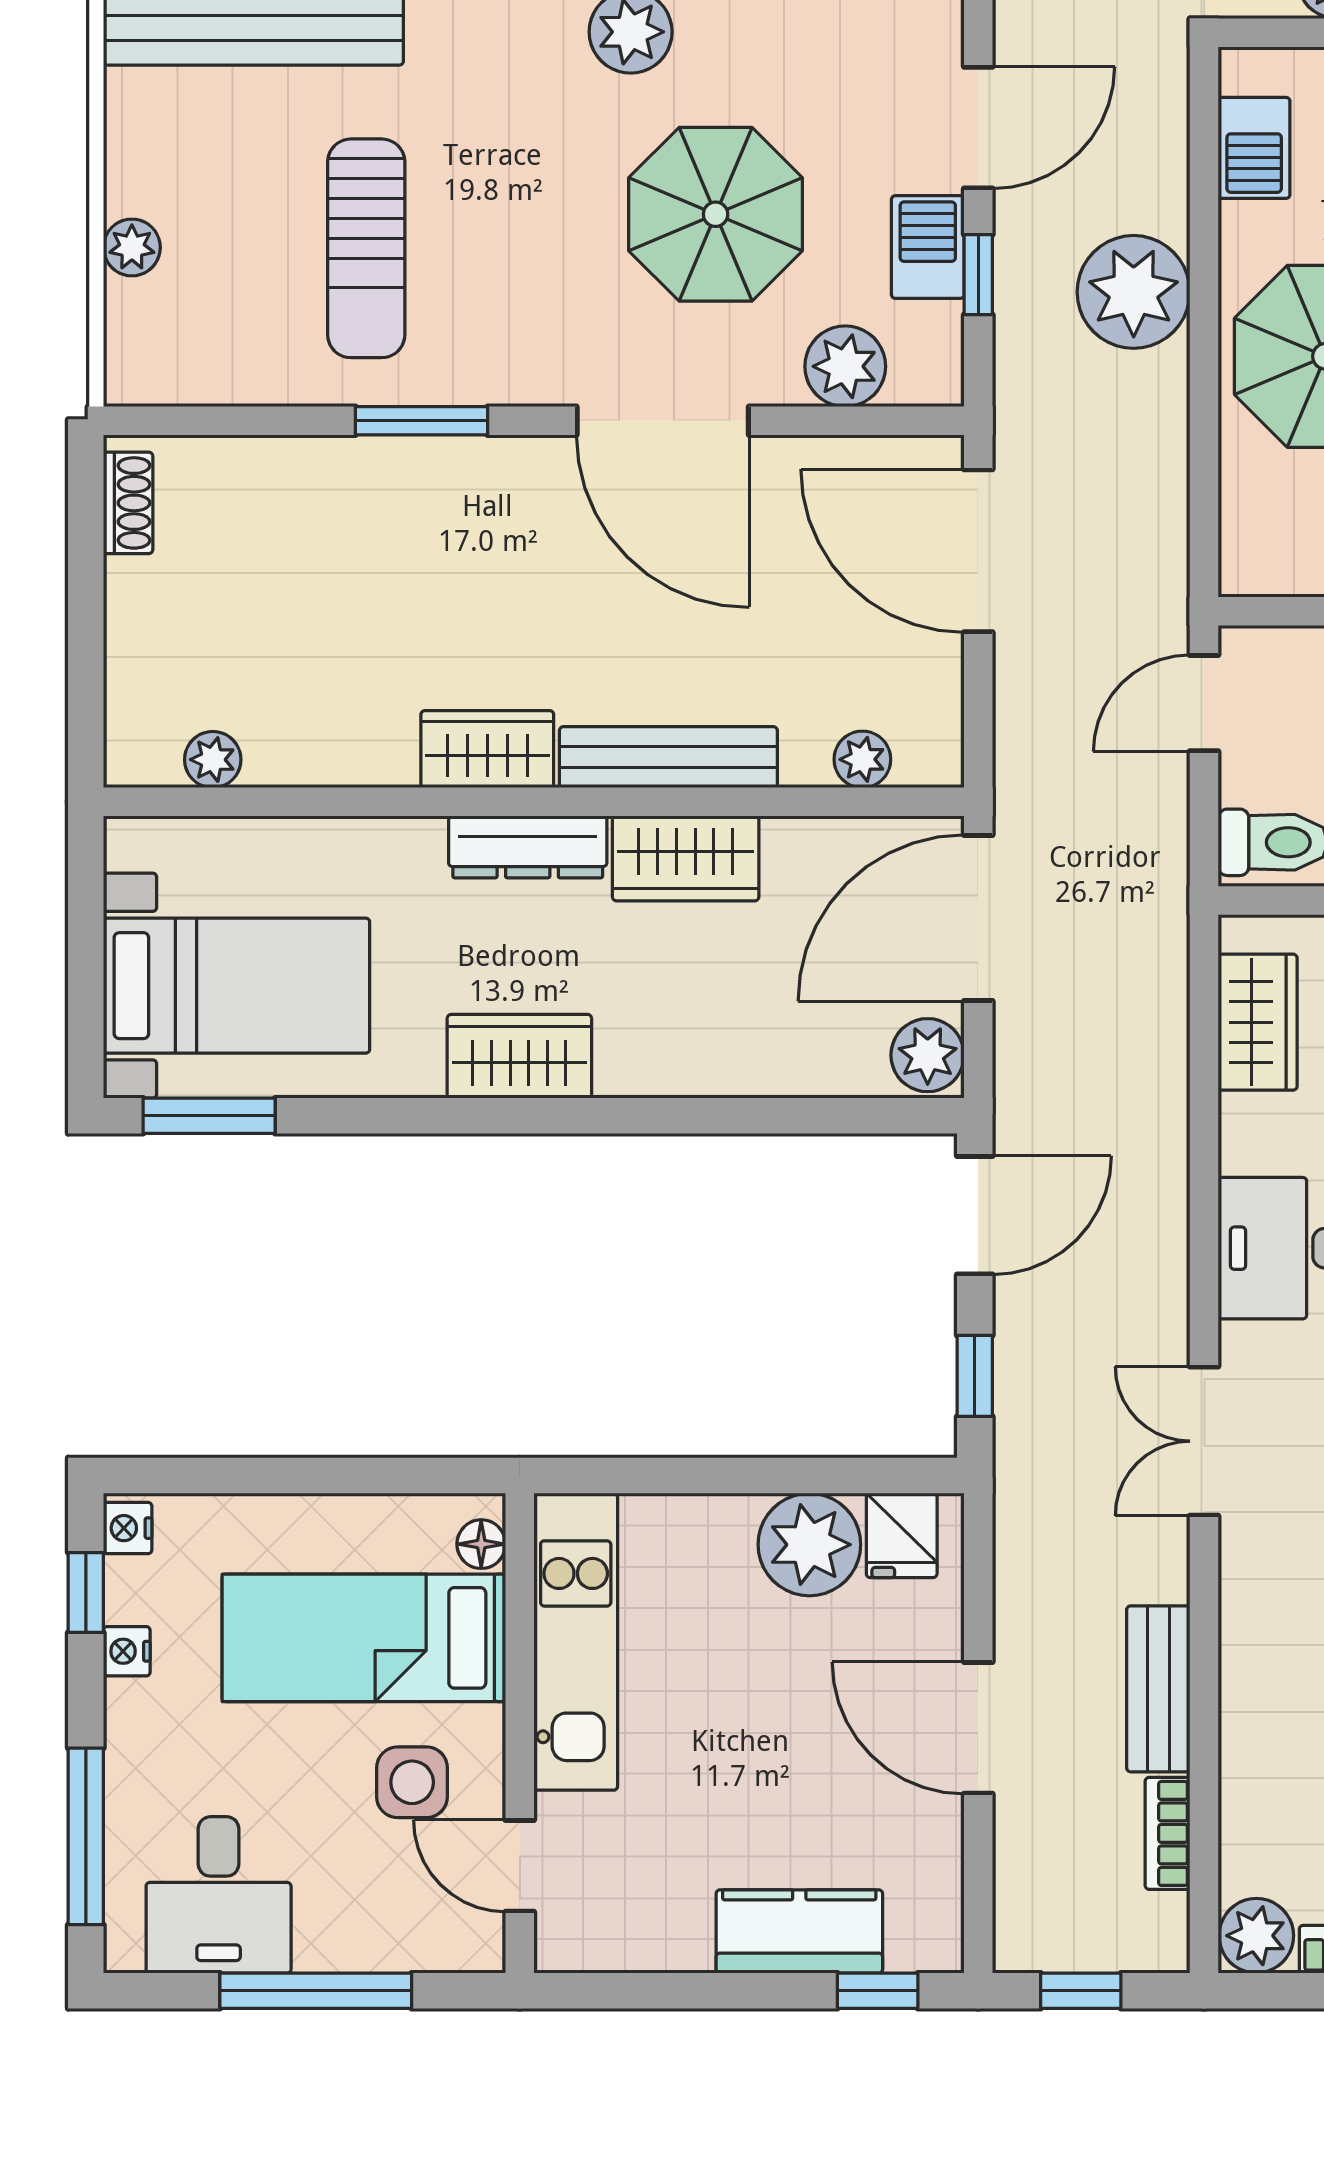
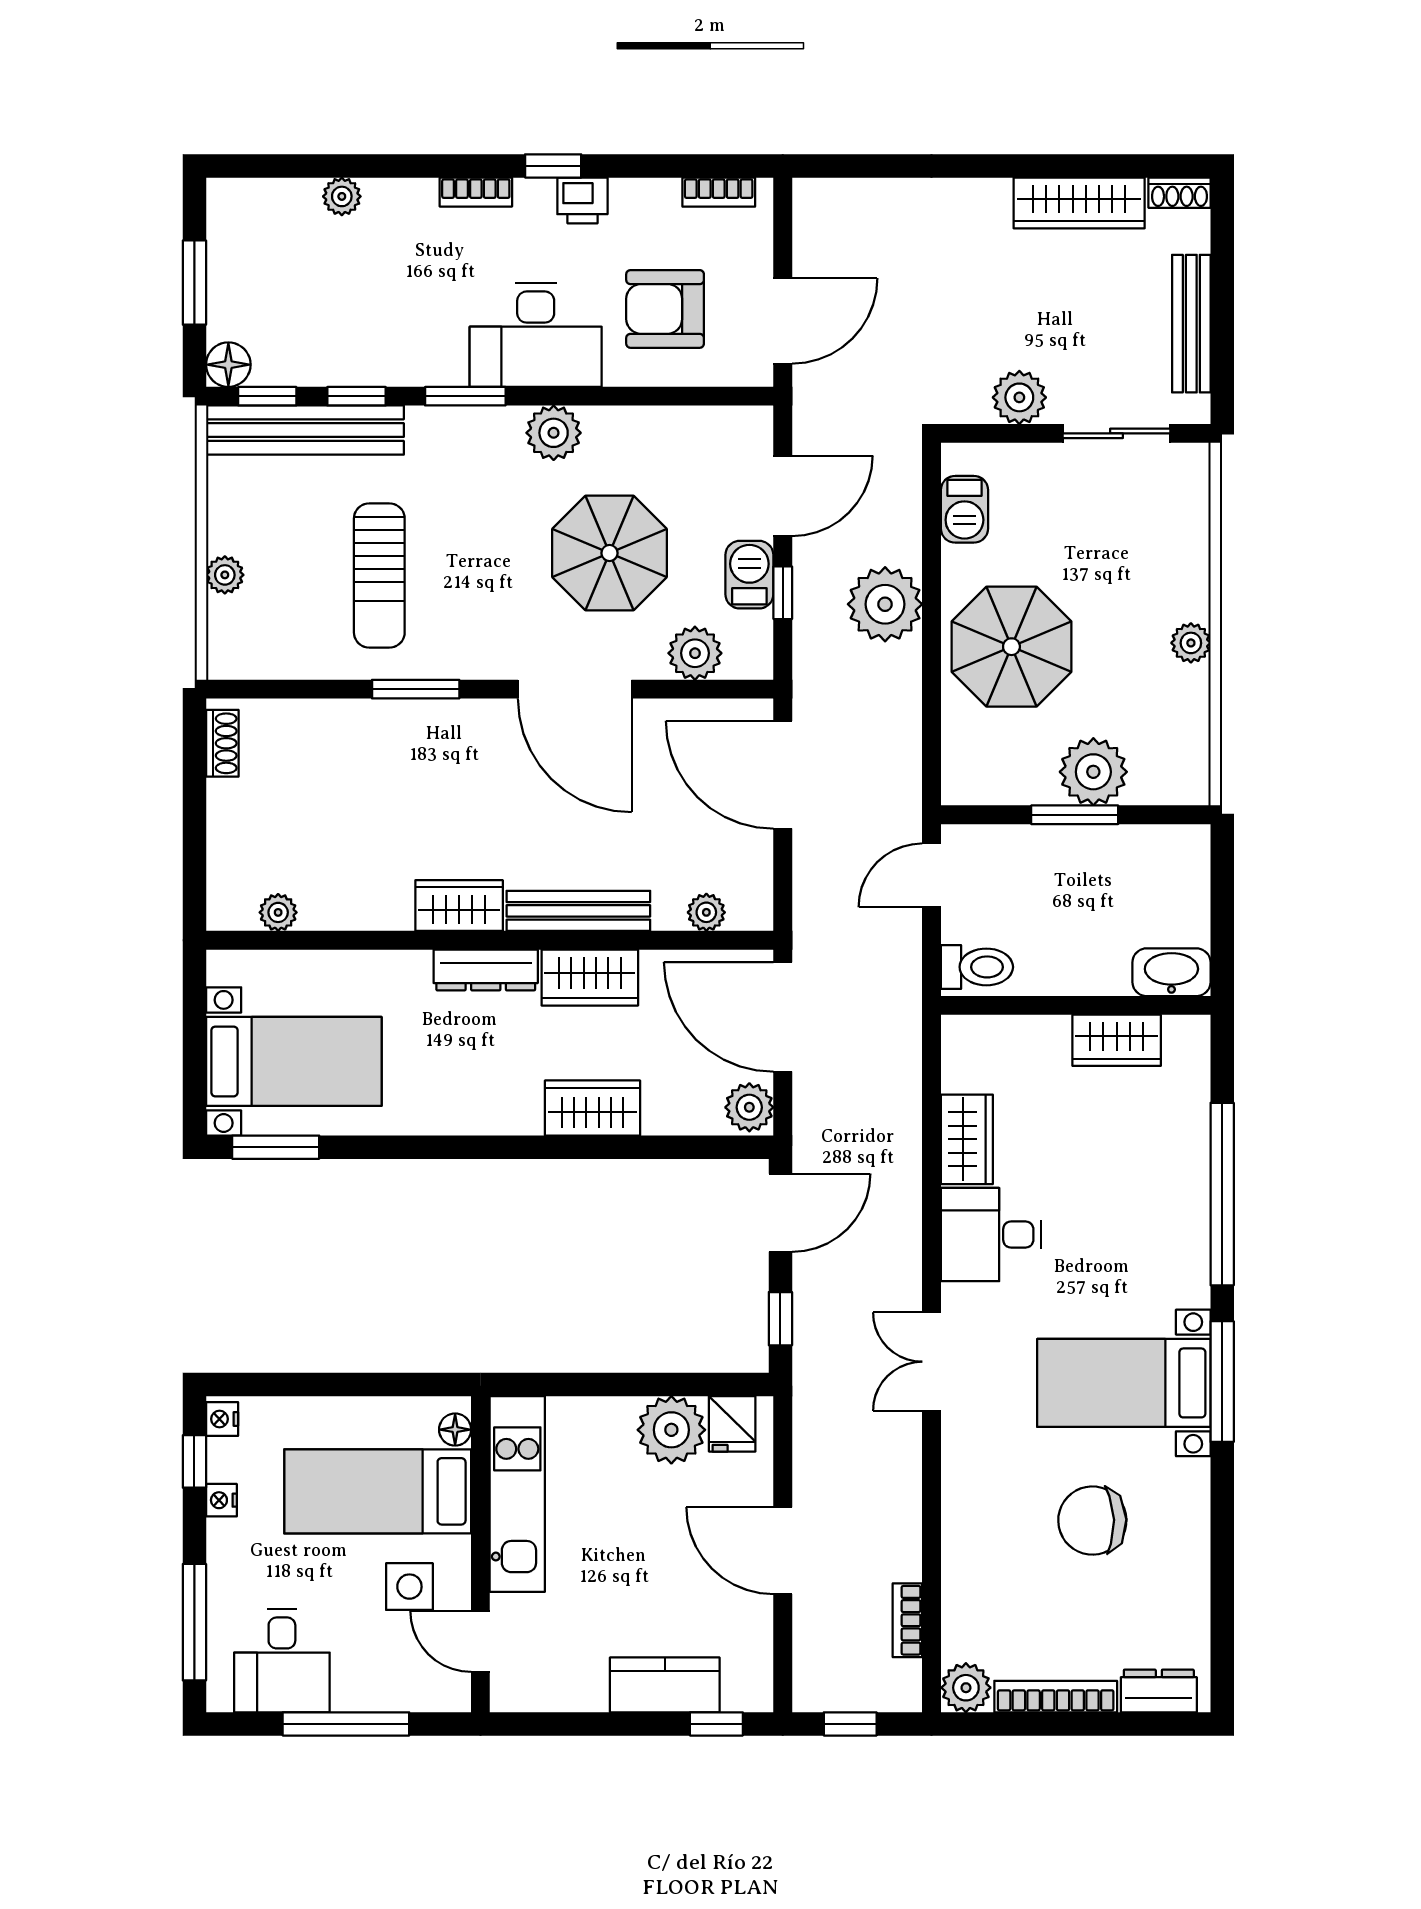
door: (978, 918) -> (783, 1017), hinge flipped
wardrobe: (1258, 1022) -> (967, 1139), moved
wardrobe: (519, 1056) -> (593, 1108), moved
bench: (1158, 1689) -> (901, 1525), removed

